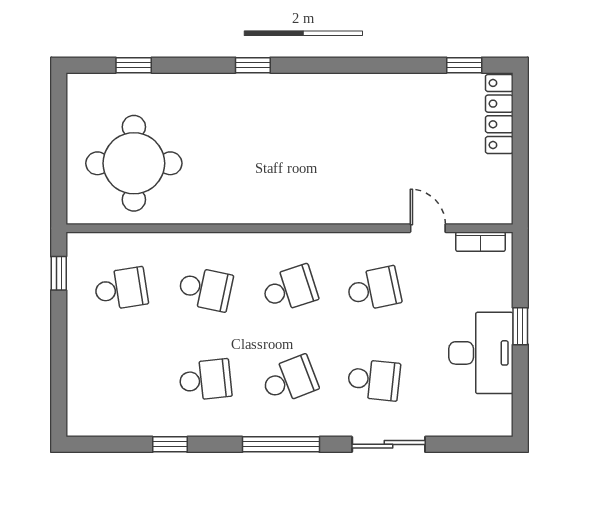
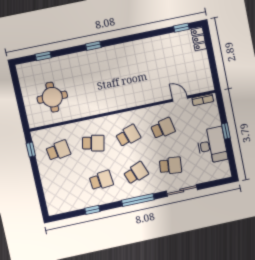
locker: (499, 114) -> (199, 39), width x0.66
round table: (134, 163) -> (52, 97), width x0.73, depth x0.73

